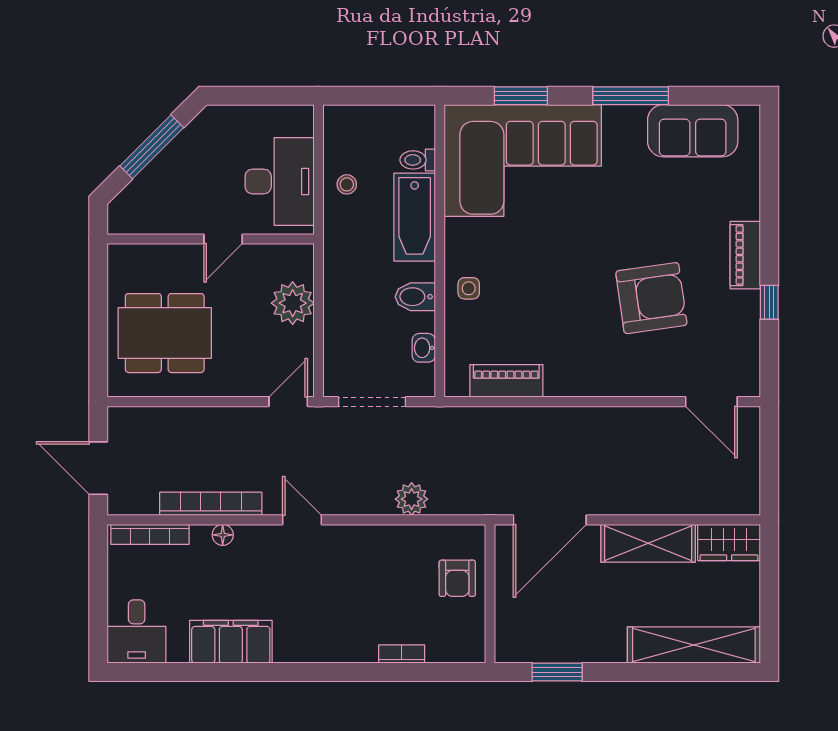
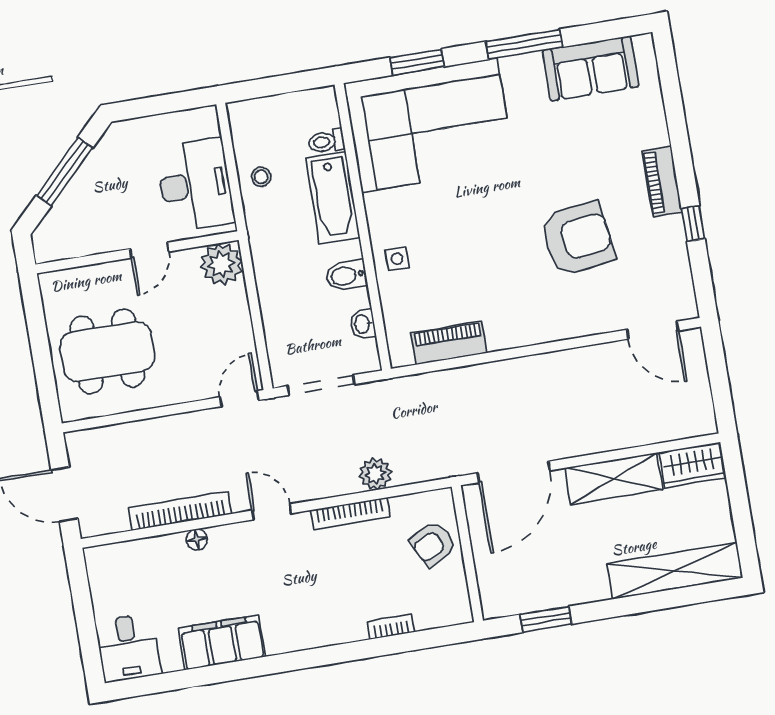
plant: (293, 303) -> (221, 264), moved
bookcase: (150, 534) -> (350, 513), moved
armchair: (457, 578) -> (433, 544), turned 63

